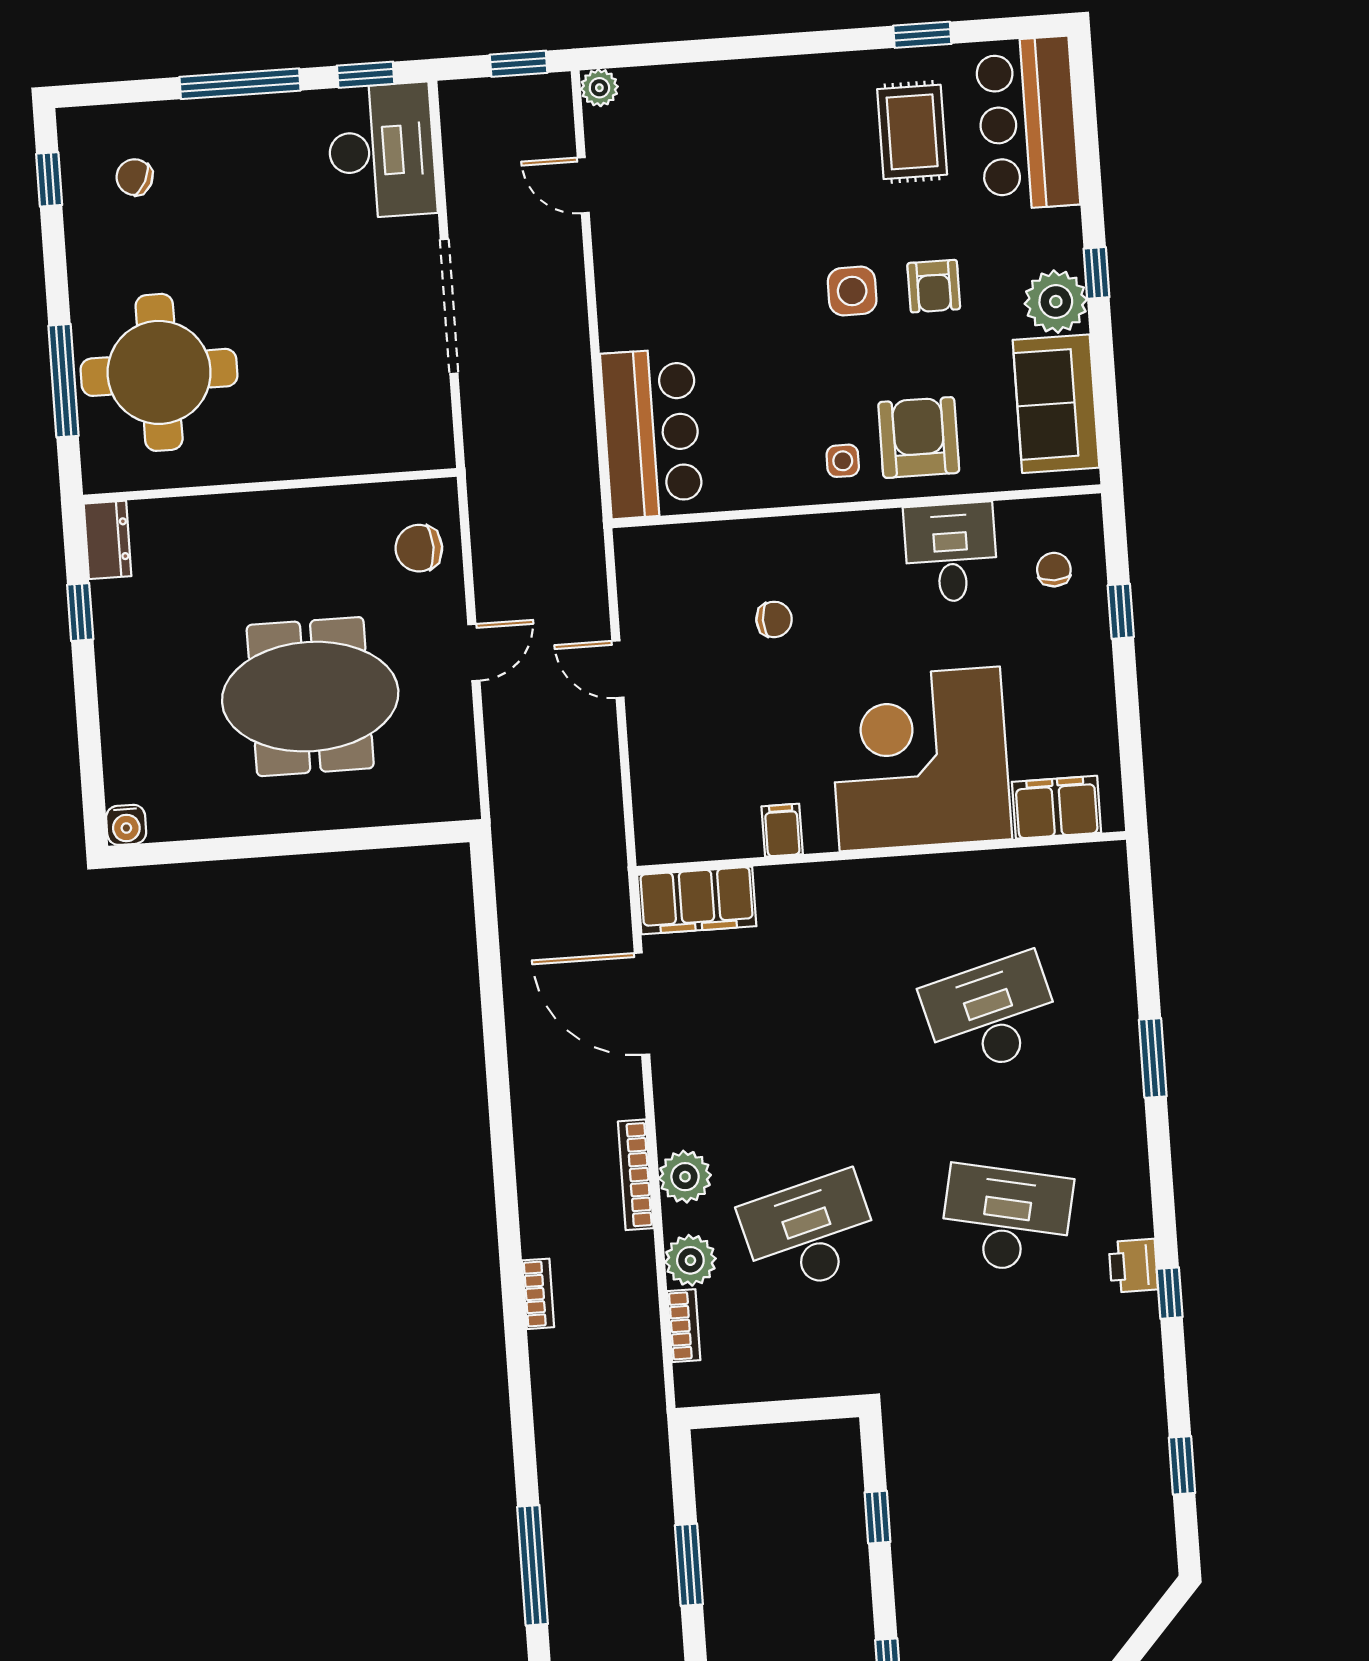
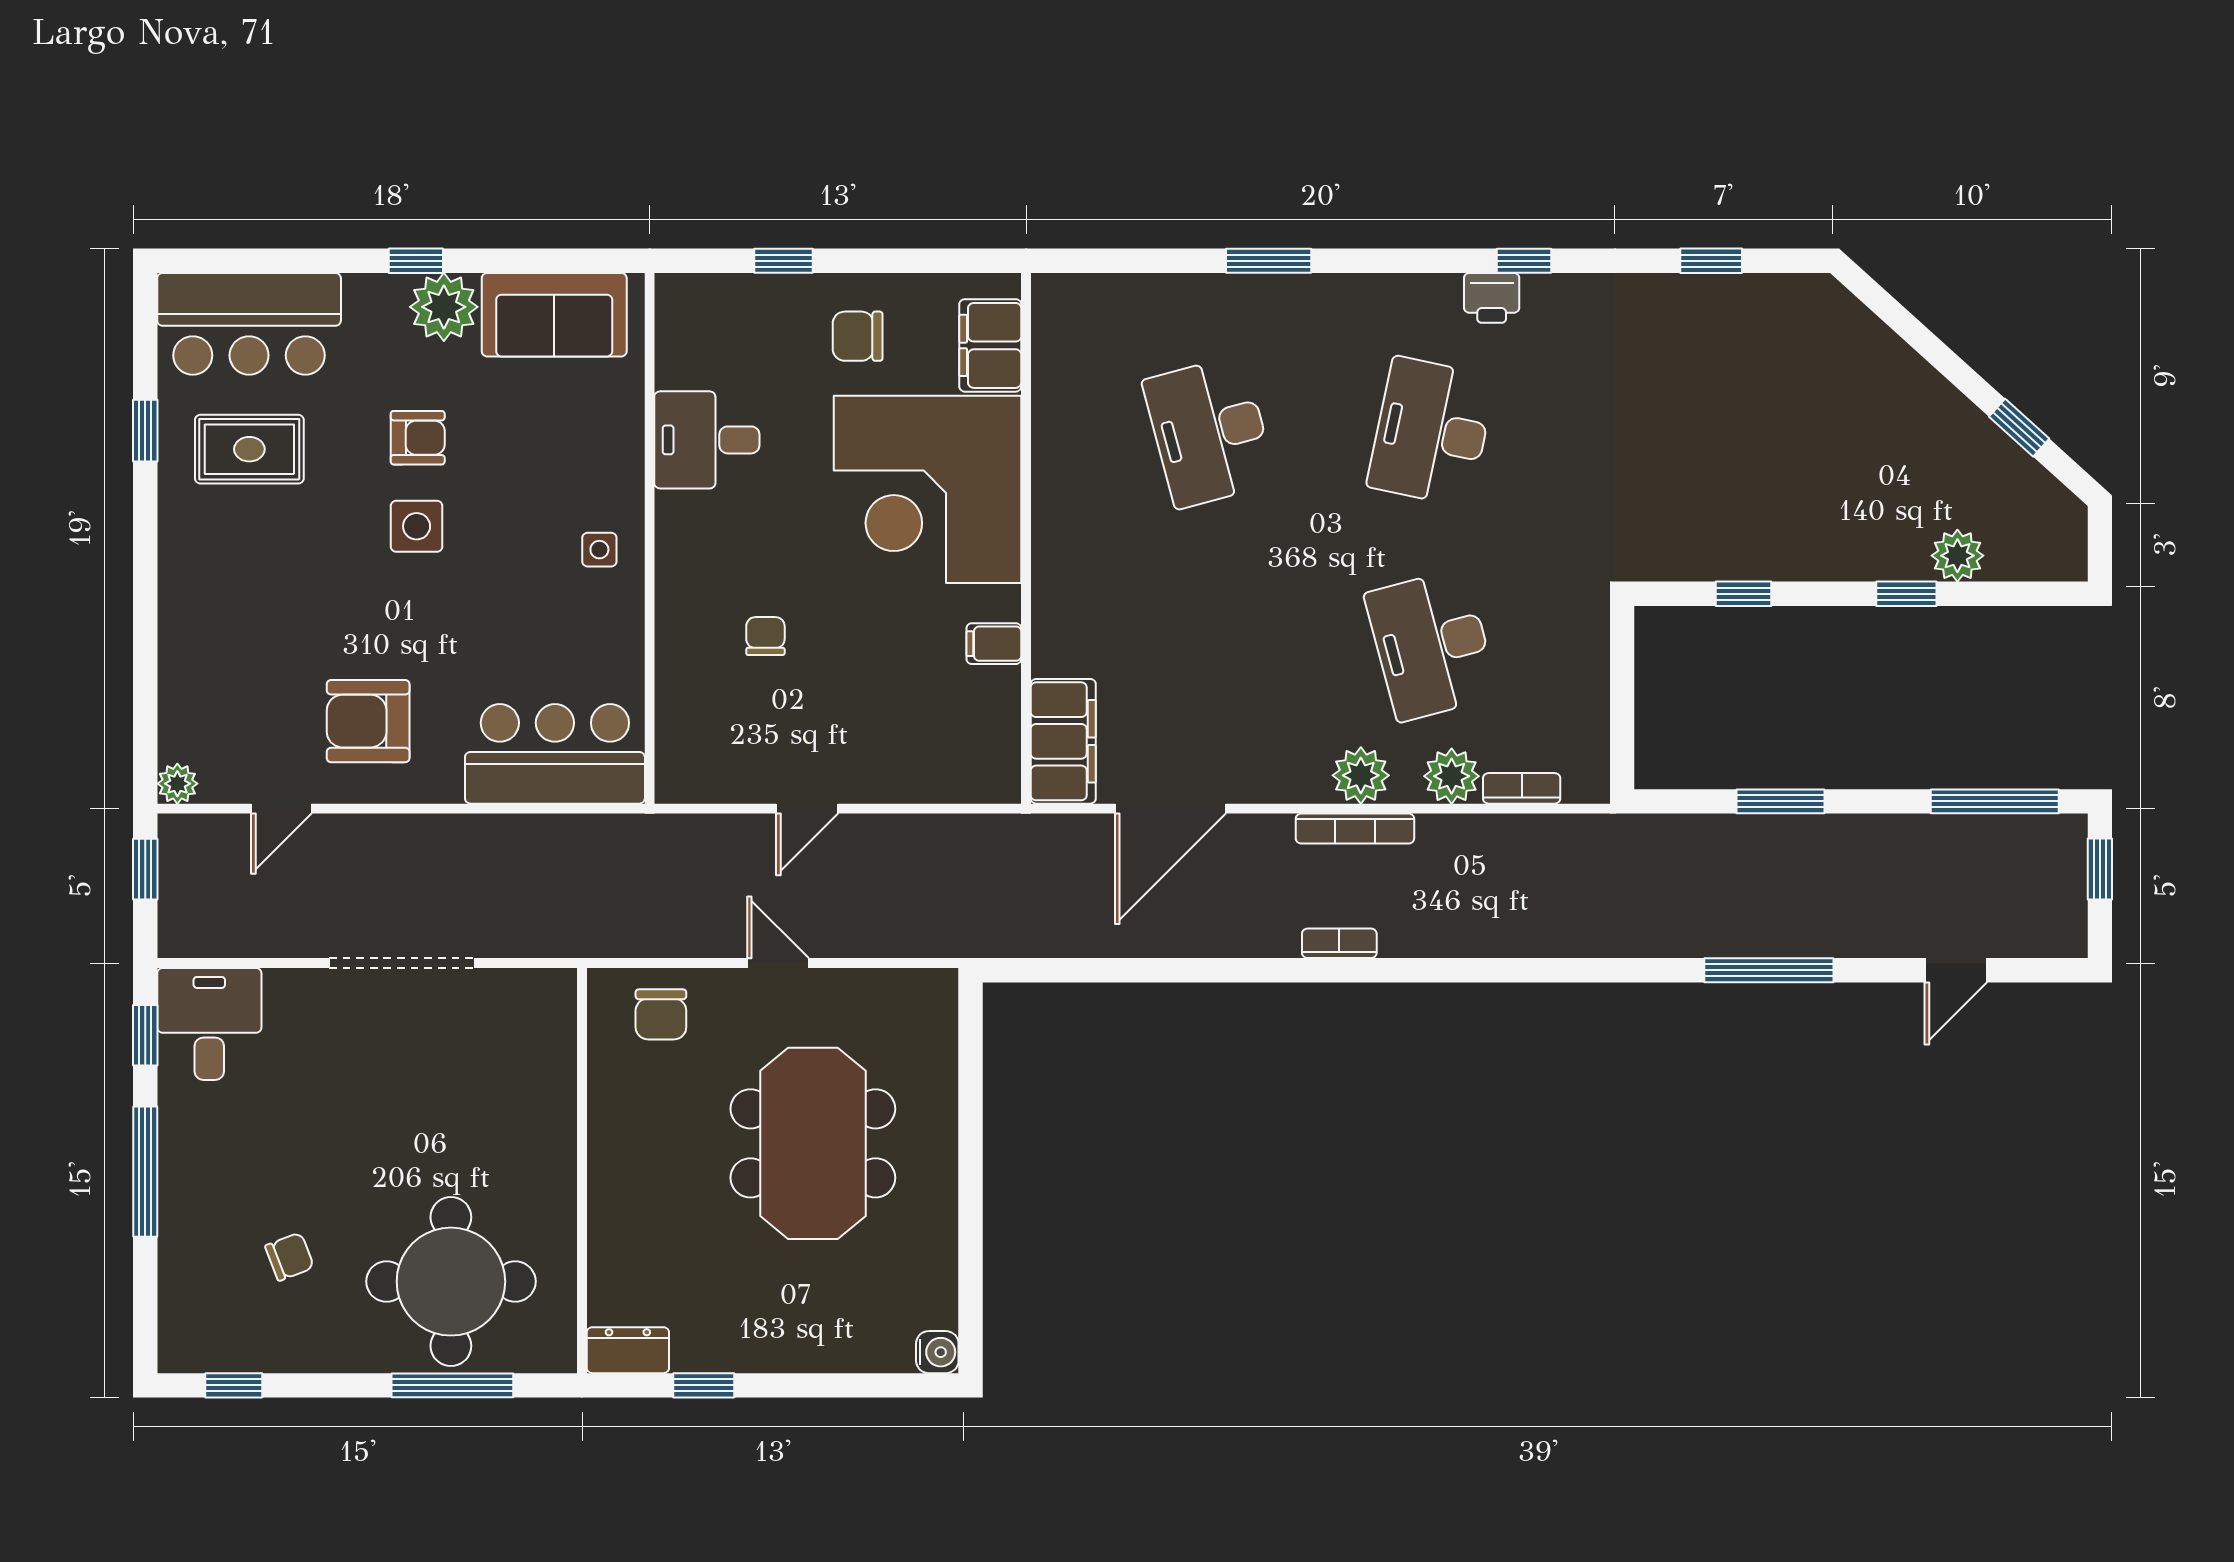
desk: (382, 151) -> (209, 1024), width x0.73
chair: (135, 177) -> (290, 1257), moved, turned -137
armchair: (919, 437) -> (368, 721), moved
chair: (1054, 570) -> (858, 336), moved, width x1.37, depth x1.37
bookcase: (538, 1294) -> (1339, 943), moved

